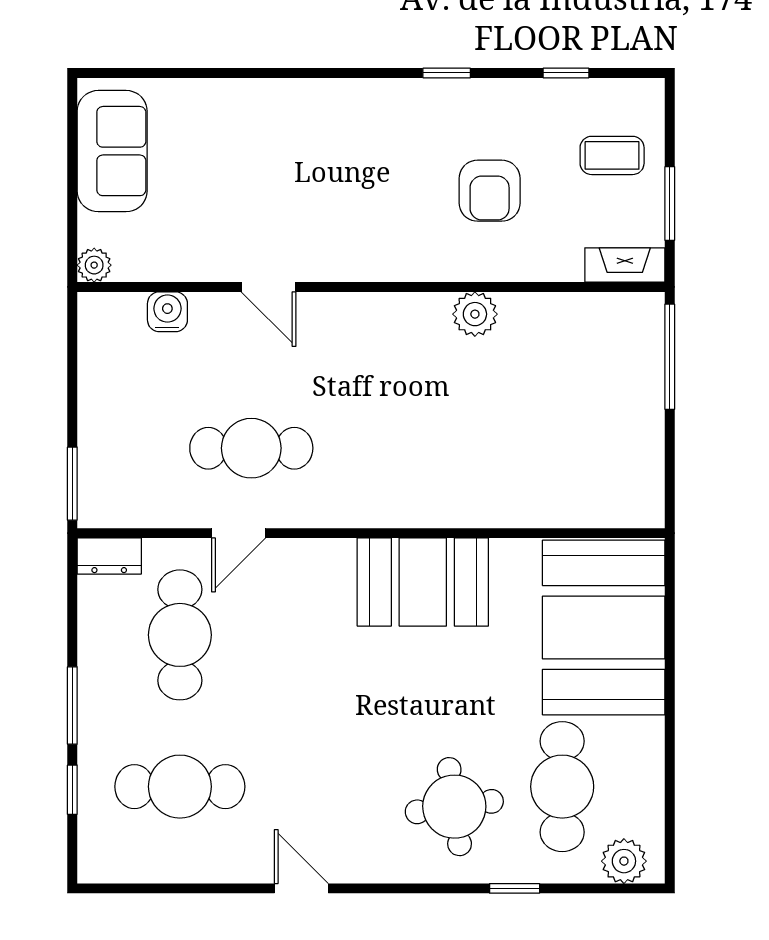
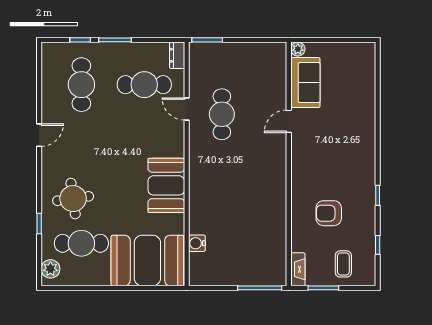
sofa: (112, 151) -> (305, 83), moved, turned -90
water cooler: (167, 312) -> (197, 243), moved, turned 180
plant: (475, 314) -> (277, 207), removed

